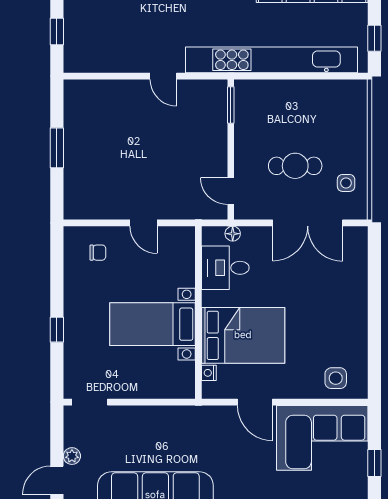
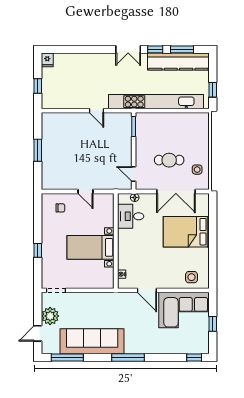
bed: (243, 335) -> (186, 232), moved, turned 180
plant: (72, 456) -> (50, 316), width x1.88, depth x1.88

